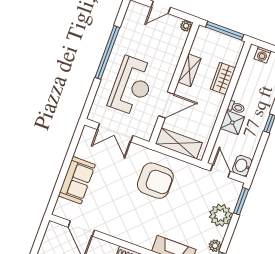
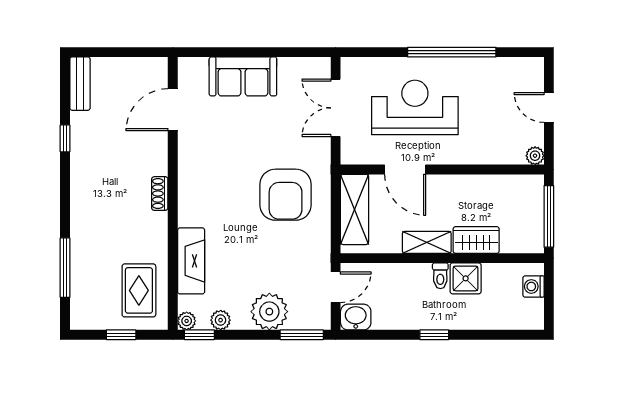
shelving: (189, 70) -> (427, 242), moved
reception desk: (132, 86) -> (415, 107), turned 180
shower: (232, 123) -> (466, 278), moved

